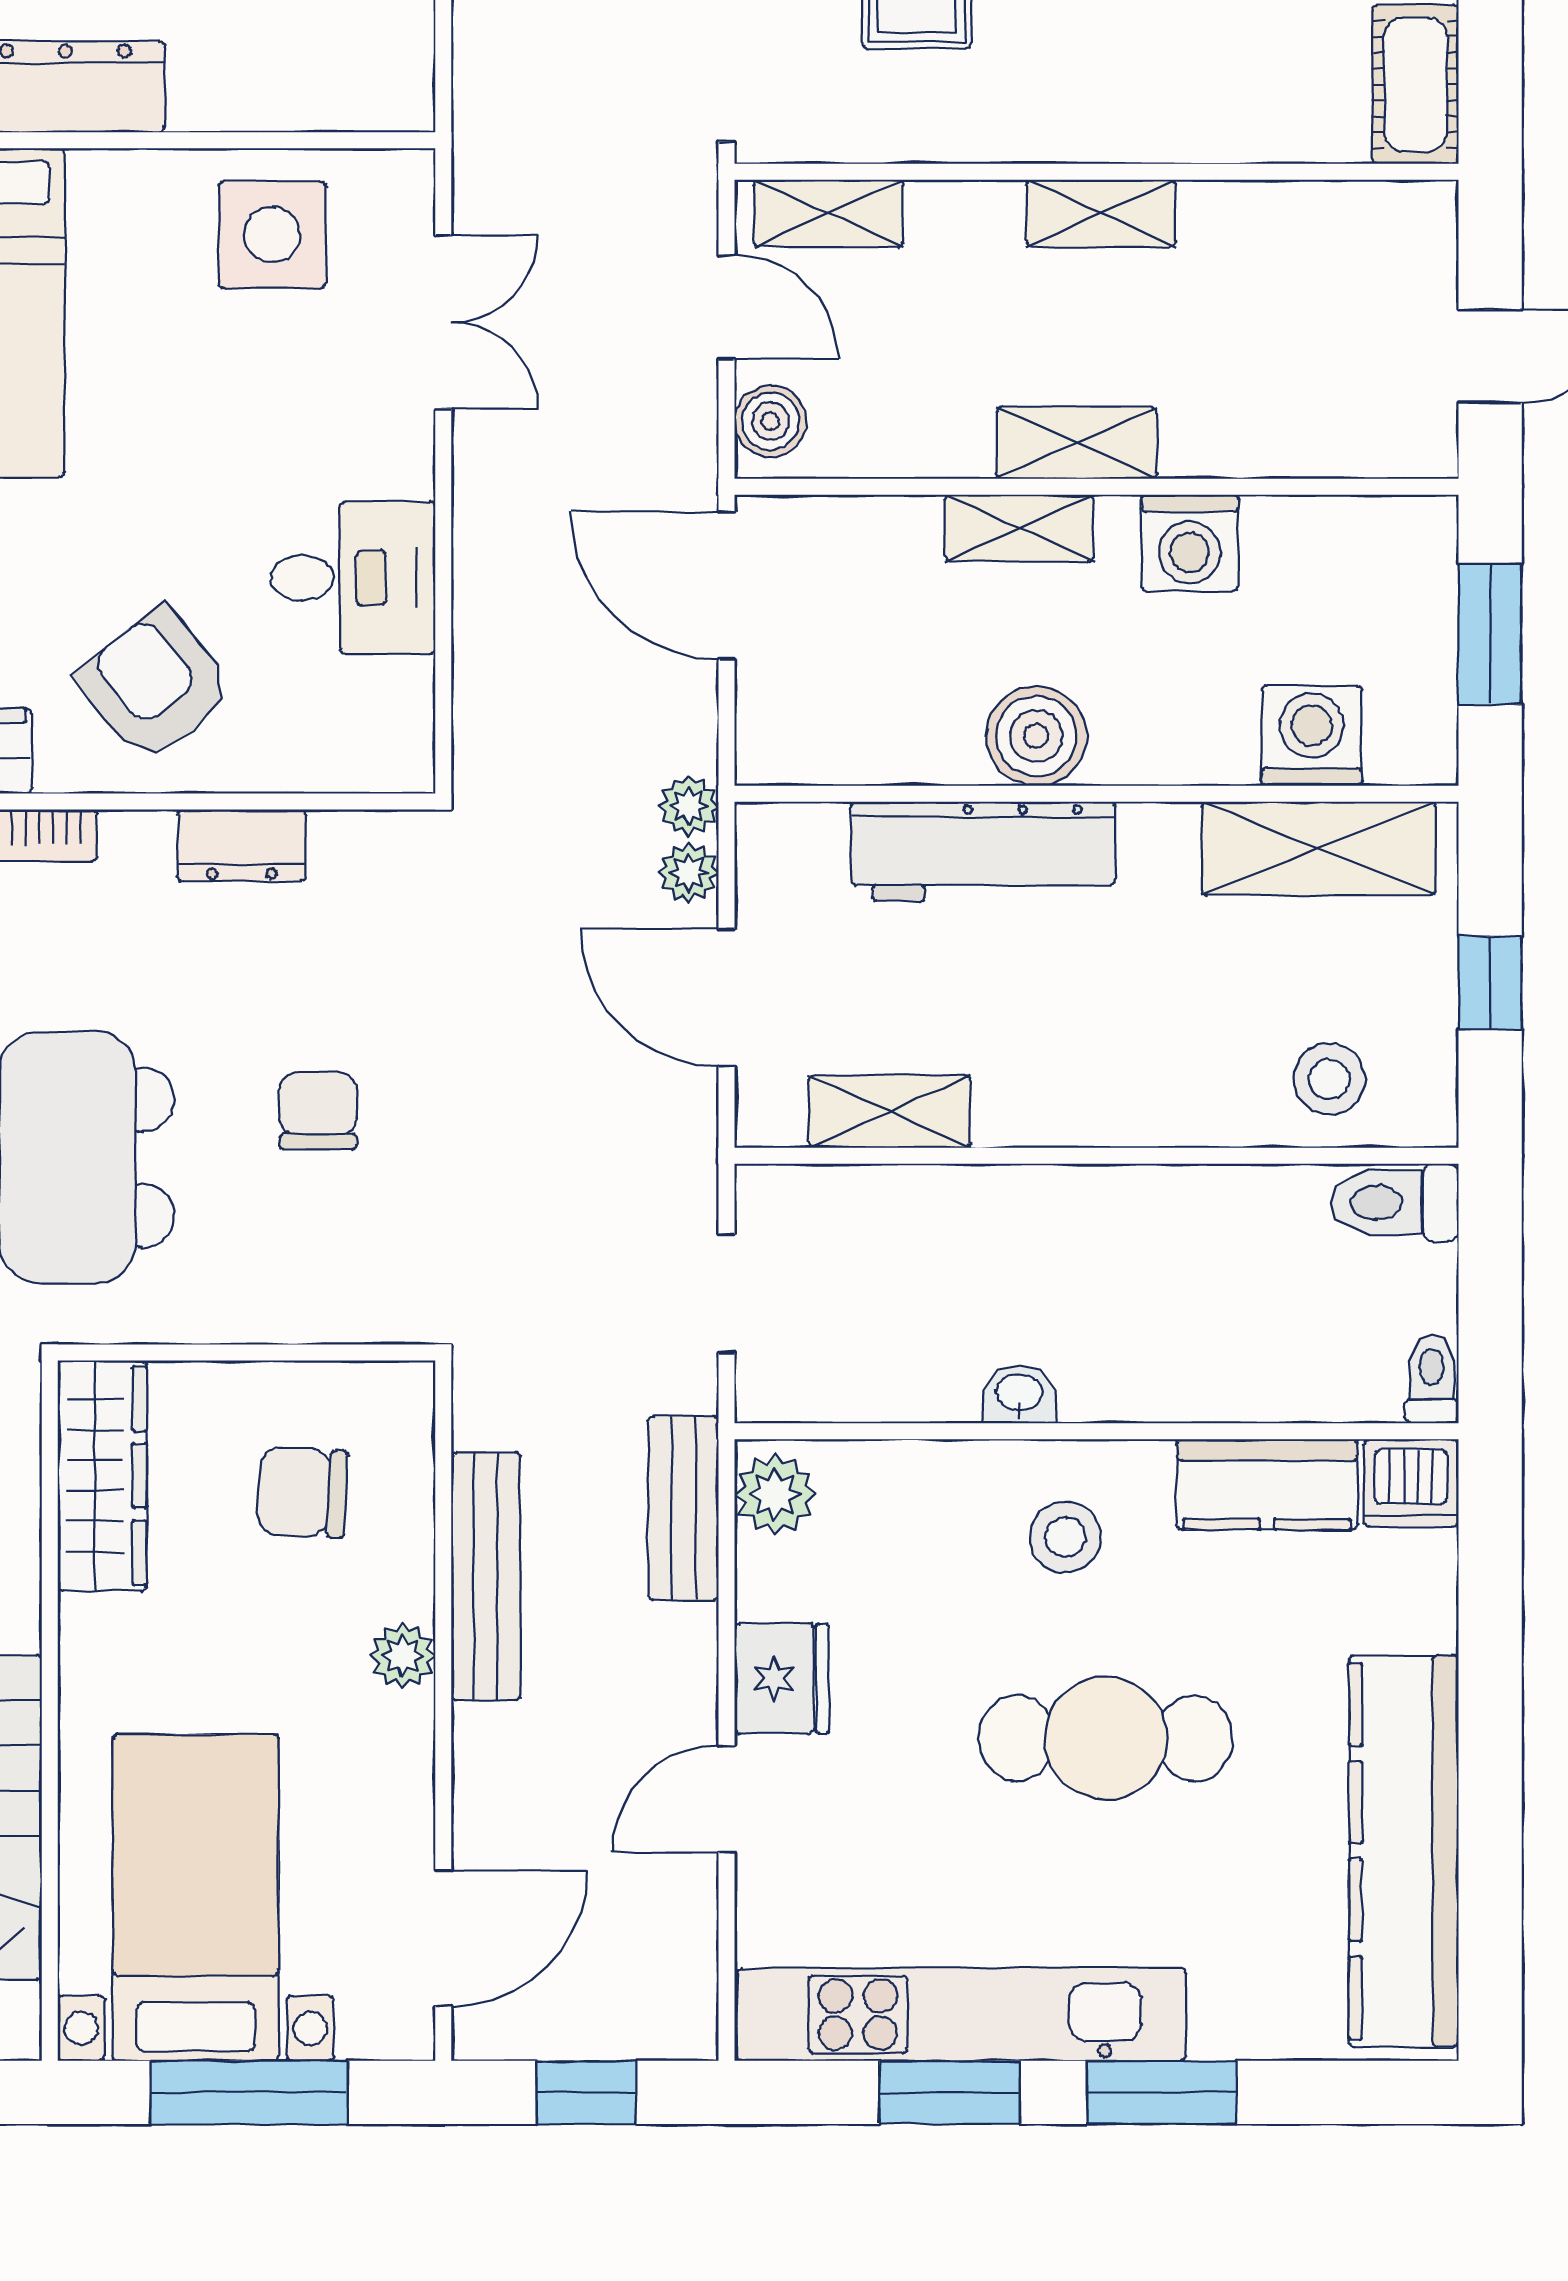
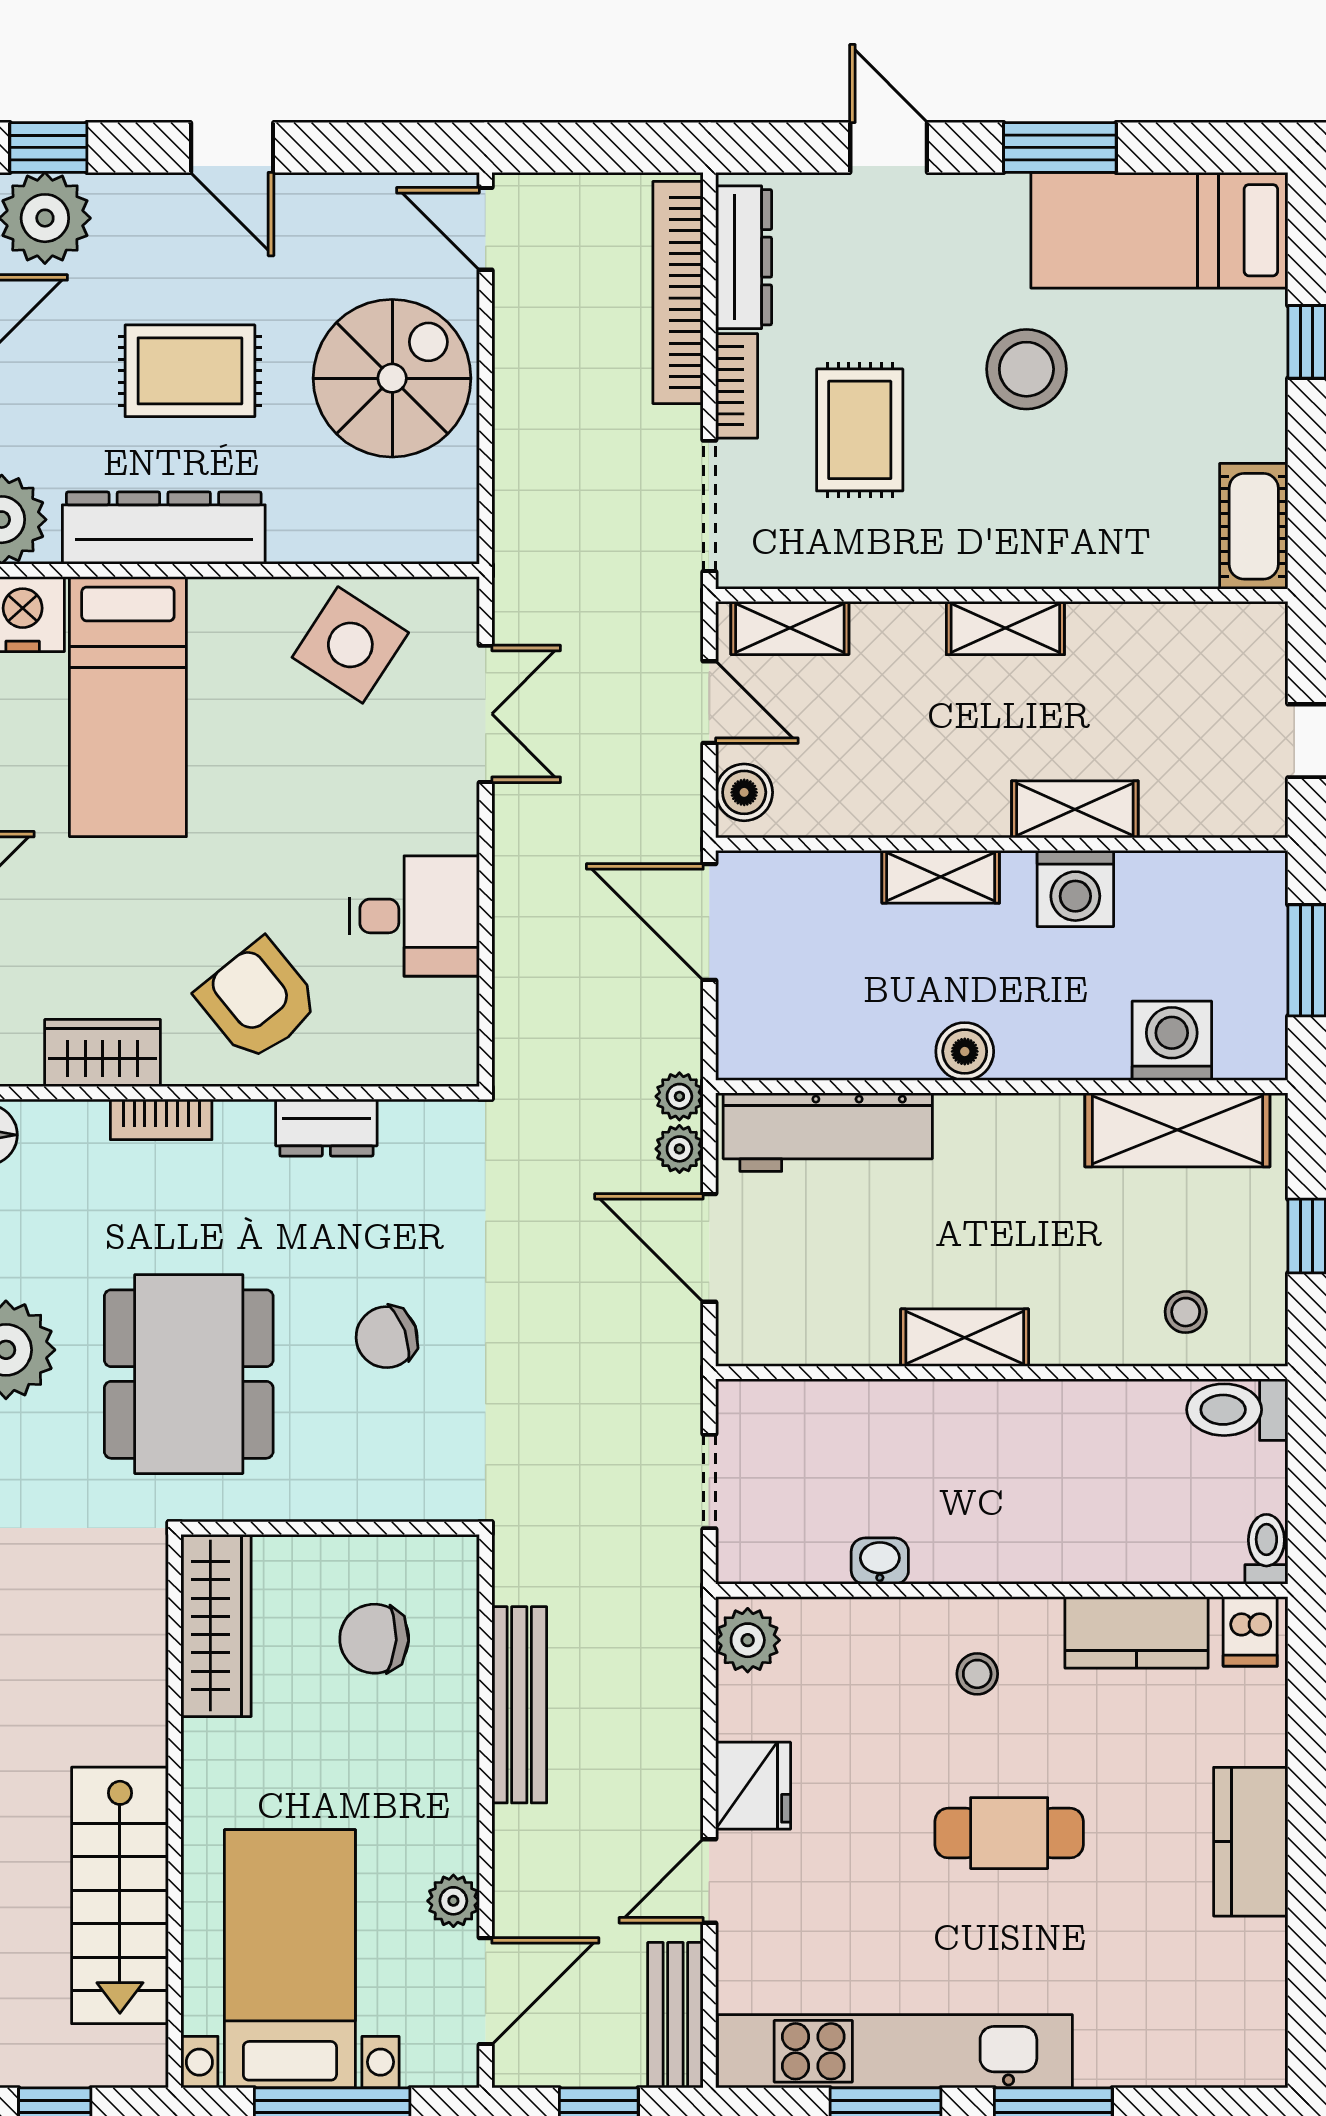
side table: (272, 235) -> (350, 645), turned 33
shelving: (1077, 443) -> (1075, 809), moved
boiler: (1036, 736) -> (965, 1051), width x0.73, depth x0.73
workbench: (983, 851) -> (828, 1132), moved
stool: (1329, 1079) -> (1186, 1312), width x0.73, depth x0.73
chair: (318, 1111) -> (387, 1337), turned -110
shelving: (890, 1111) -> (965, 1338), moved
washbasin: (1019, 1394) -> (880, 1561), moved
dishwasher: (1411, 1483) -> (1250, 1631), width x0.73
bench: (684, 1508) -> (675, 2015), moved
stool: (1065, 1537) -> (977, 1674), width x0.73, depth x0.73
plant: (402, 1656) -> (453, 1901), moved
cafe table: (1106, 1738) -> (1009, 1833), width x0.73, depth x0.74
kitchen counter: (1404, 1851) -> (1251, 1842), width x0.48, depth x0.86

